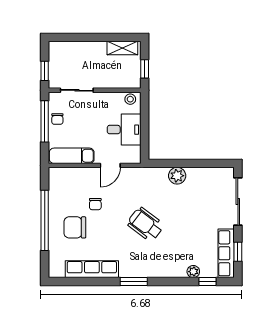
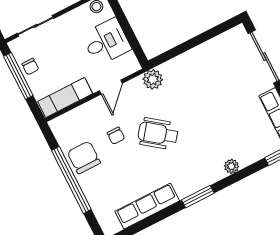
plant: (177, 176) -> (153, 79), moved
wheelchair: (146, 224) -> (158, 134), moved
chair: (75, 227) -> (84, 157), moved, turned 90
plant: (193, 272) -> (231, 166), moved

